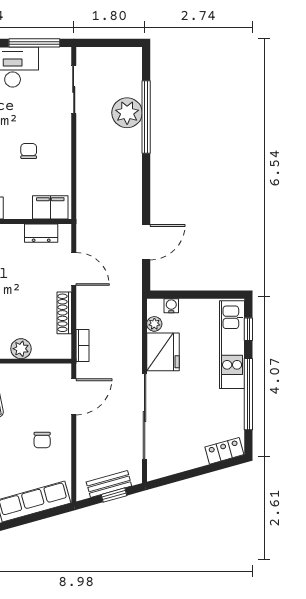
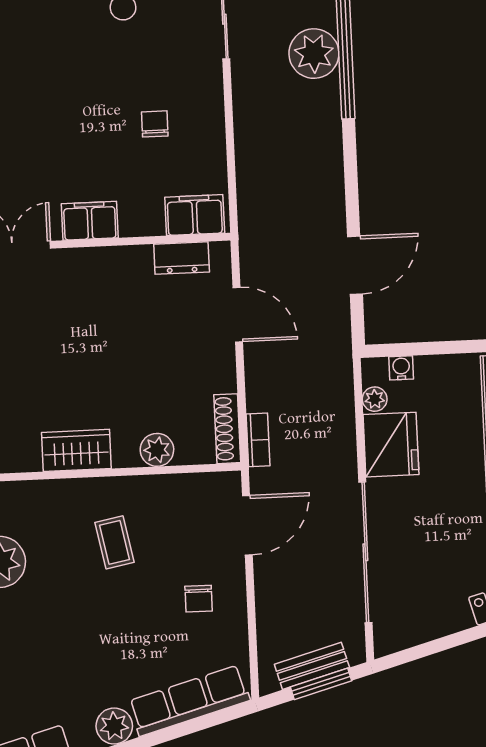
shoe rack: (64, 313) -> (227, 429), moved
window: (114, 495) -> (321, 684), width x1.50

